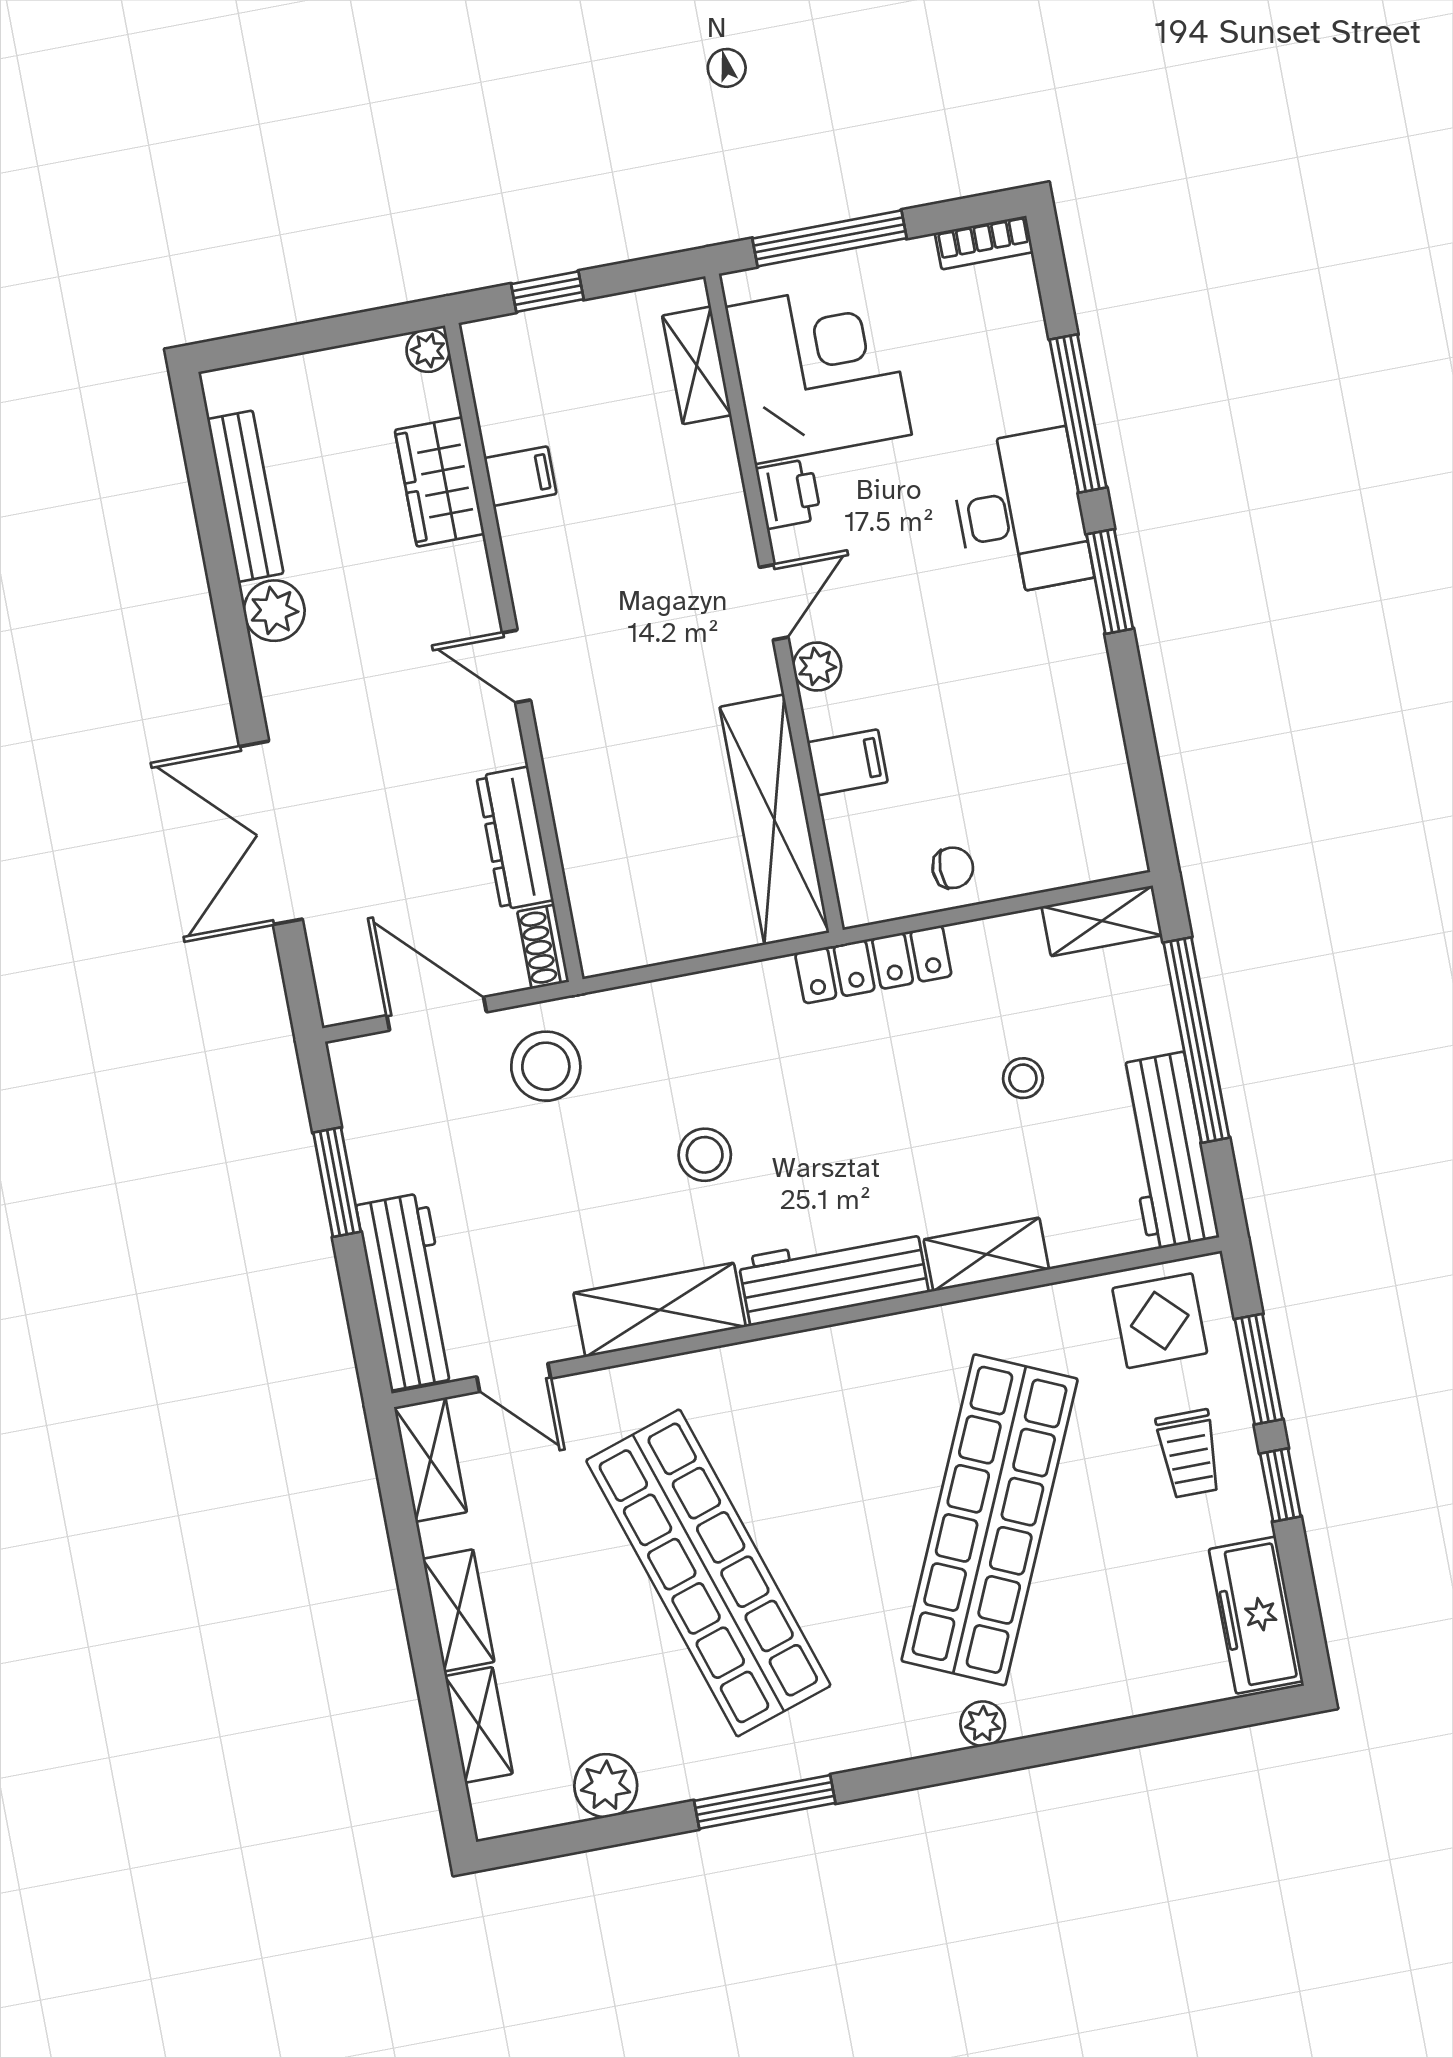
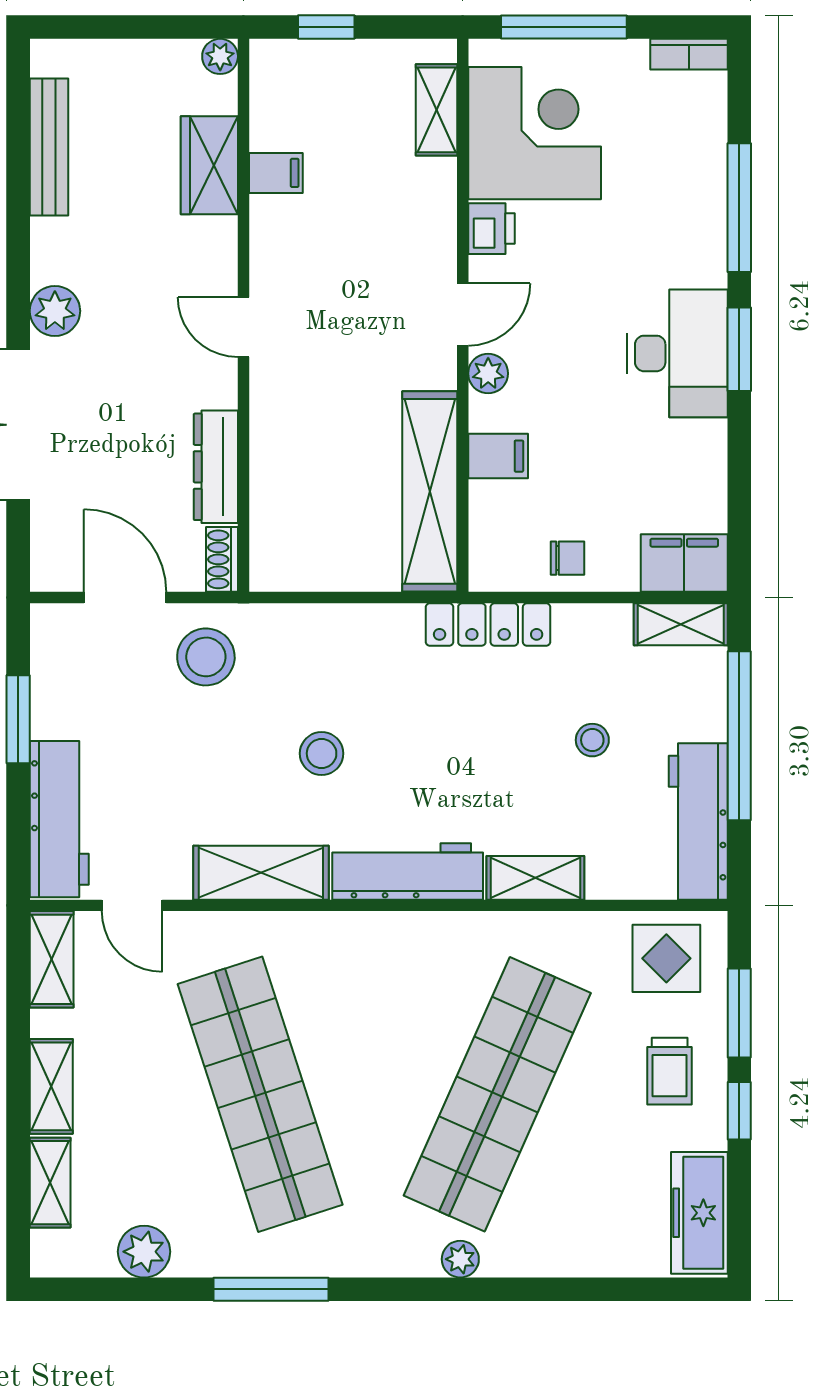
desk: (1021, 513) -> (677, 353), moved
plant: (274, 611) -> (55, 311), moved
filing cabinet: (1092, 847) -> (684, 563), added

